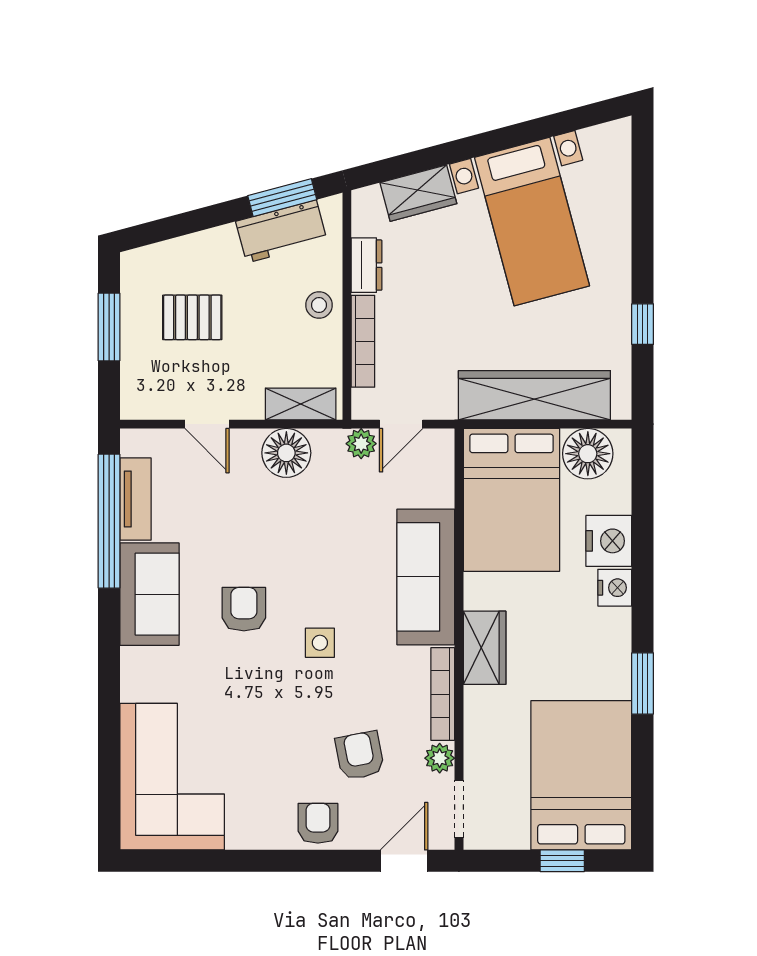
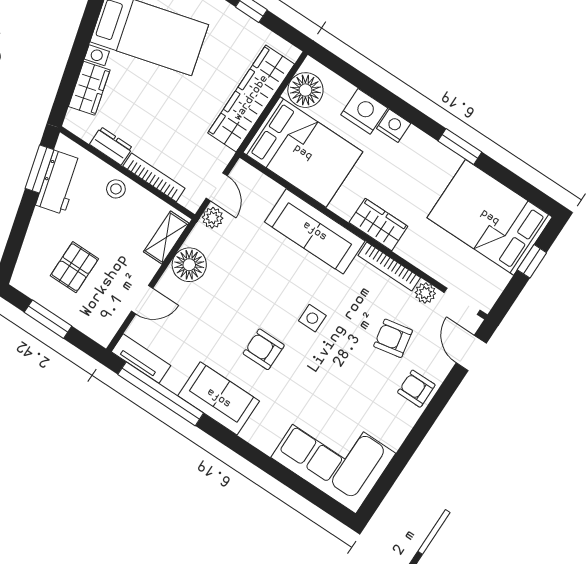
tv unit: (136, 499) -> (141, 359), moved

